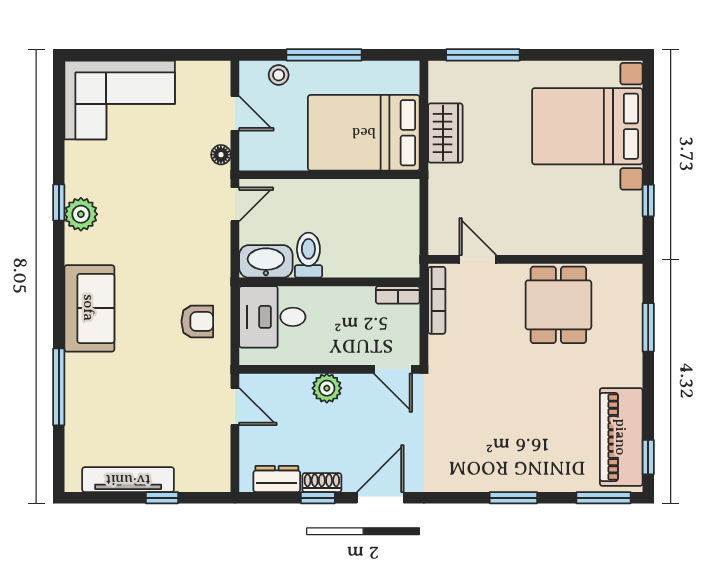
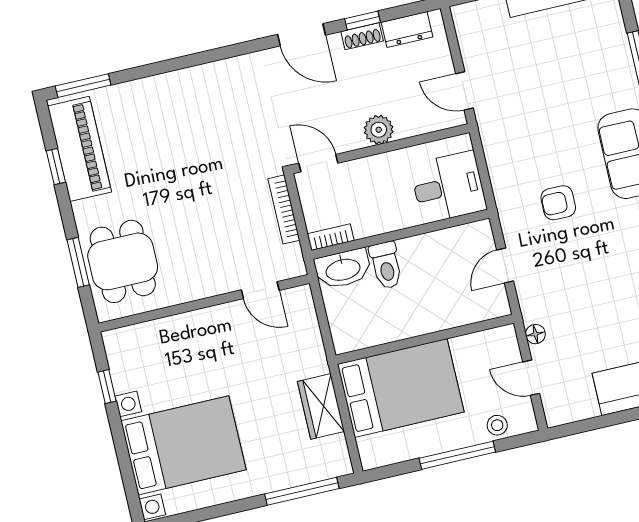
door: (235, 204) -> (505, 265), moved
toilet: (308, 255) -> (386, 265), moved
washbasin: (266, 261) -> (343, 269), moved
bookcase: (437, 300) -> (284, 209), moved
dining table: (558, 305) -> (123, 261), moved
armchair: (197, 321) -> (558, 203), moved
window: (648, 457) -> (56, 167), moved
door: (380, 498) -> (302, 35), hinge flipped
window: (513, 498) -> (171, 65), removed

